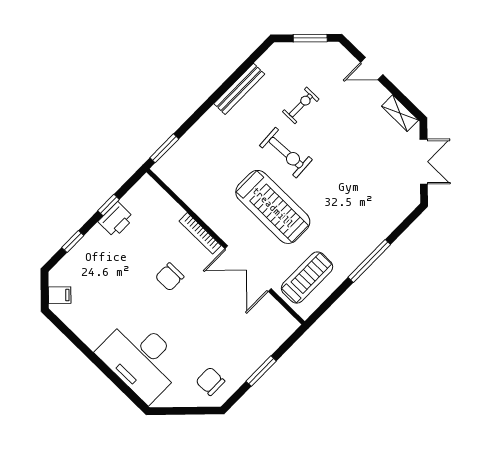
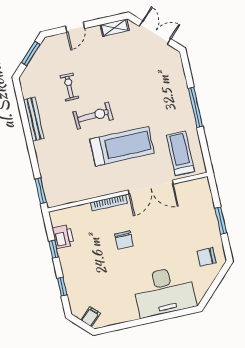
printer: (116, 220) -> (63, 237), moved

